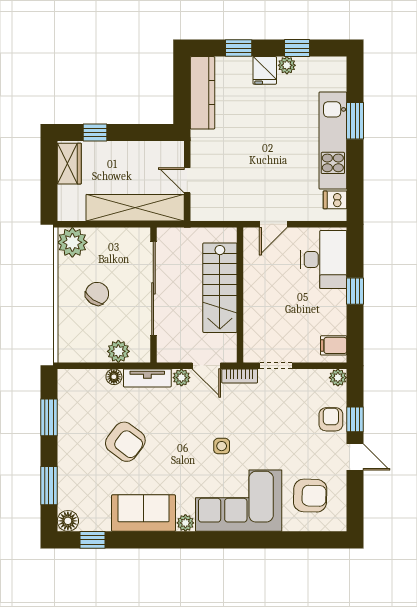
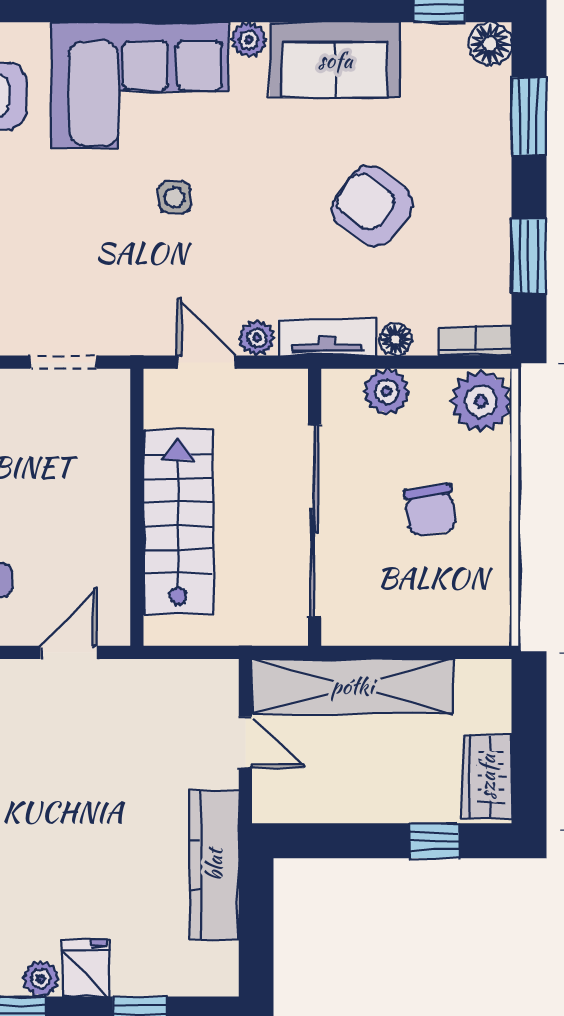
kitchen counter: (202, 93) -> (214, 865), moved
plant: (72, 242) -> (481, 401), moved
chair: (97, 294) -> (430, 510), turned -42
bookcase: (240, 376) -> (475, 341), moved

